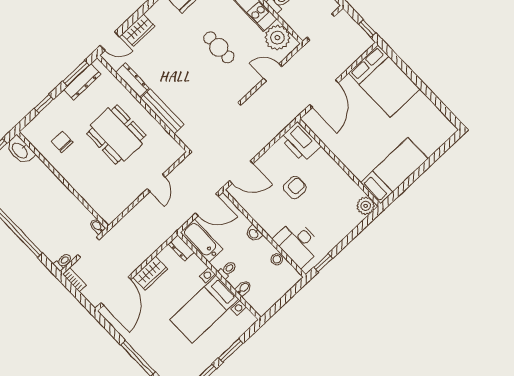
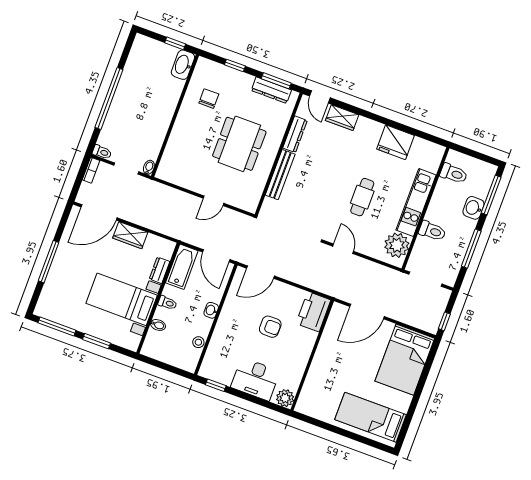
door: (273, 72) -> (343, 249), moved
bed: (394, 171) -> (371, 417), moved, turned 180
door: (241, 172) -> (260, 272), hinge flipped
desk: (298, 243) -> (255, 379), moved, turned -90
dresser: (181, 248) -> (160, 270), moved

